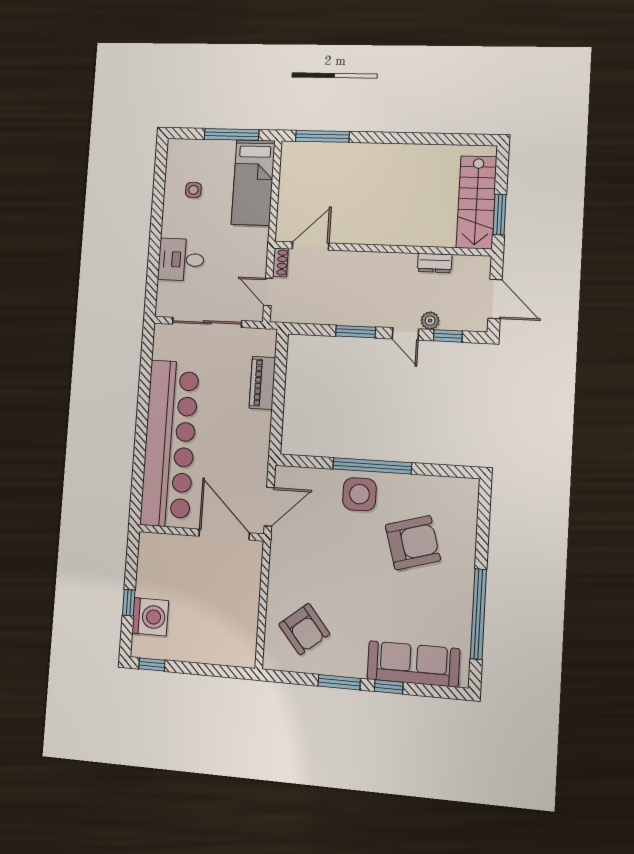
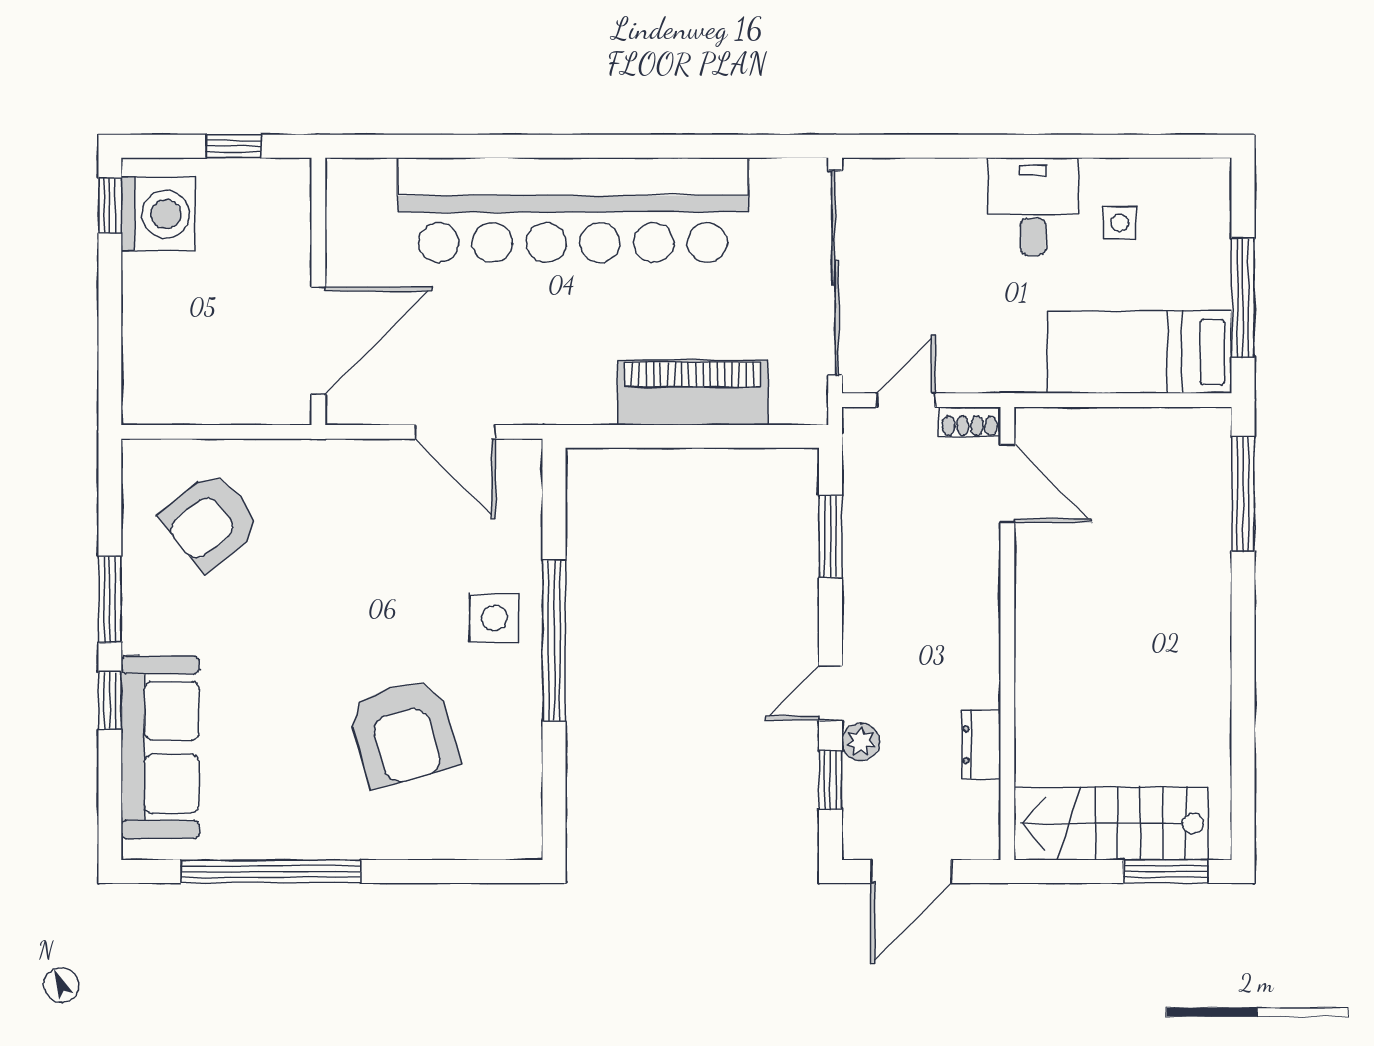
window: (500, 214) -> (1166, 871), moved
desk: (181, 260) -> (1033, 207), moved
sliding door: (207, 322) -> (835, 273), width x1.36
window: (356, 332) -> (831, 536), moved
piano: (262, 383) -> (693, 392), width x1.37, depth x1.33
side table: (359, 494) -> (494, 618), width x0.73, depth x0.73
wall: (201, 533) -> (318, 291), moved
door: (224, 535) -> (318, 341), moved
washing machine: (150, 617) -> (158, 214), moved, turned -90

